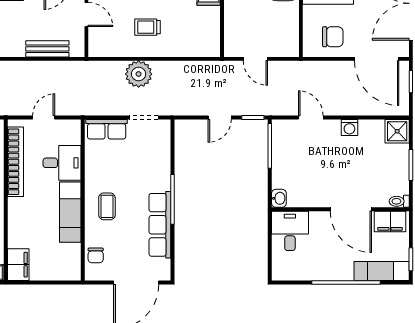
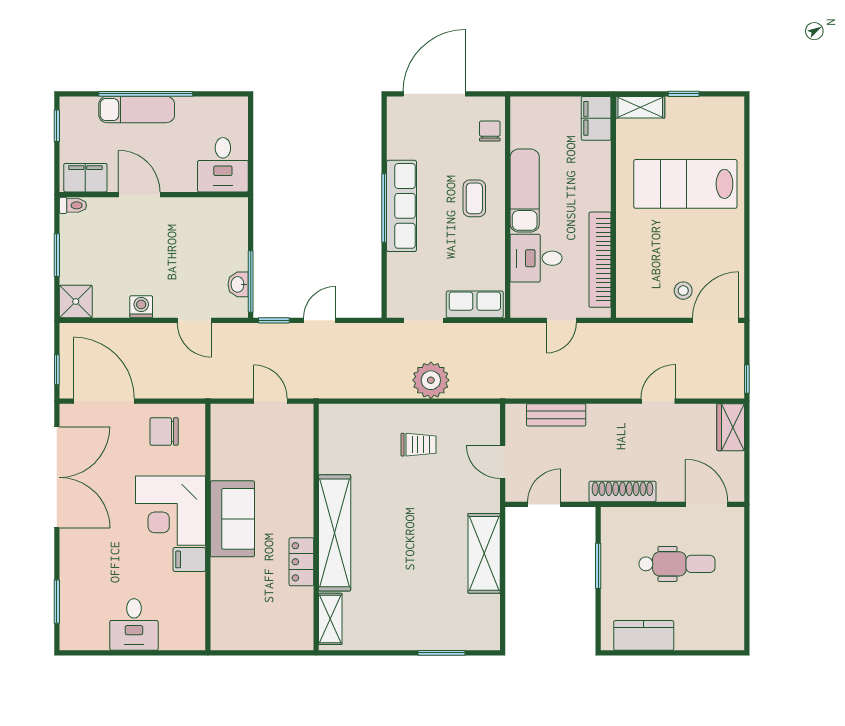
washbasin: (279, 198) -> (238, 284), moved
door: (351, 209) -> (139, 195), width x0.73
row of seats: (160, 225) -> (401, 206), moved
exam couch: (382, 271) -> (137, 110), moved

